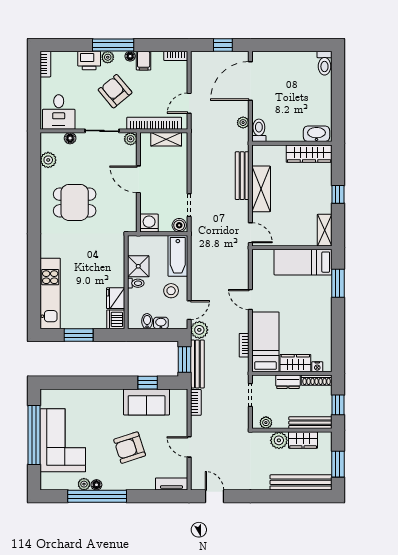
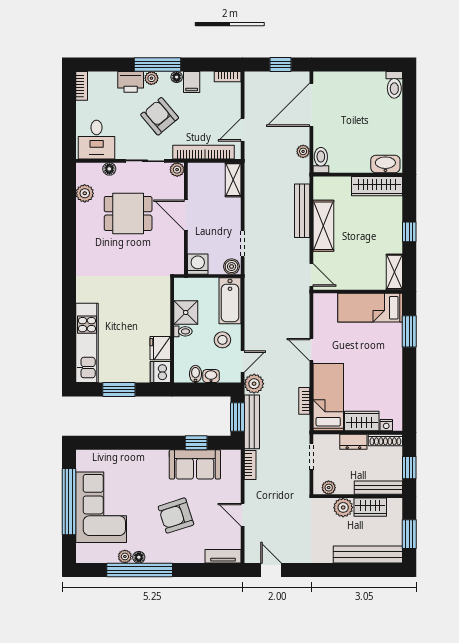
shelving: (166, 139) -> (233, 180), moved, turned 90
dining table: (75, 202) -> (128, 213), moved

